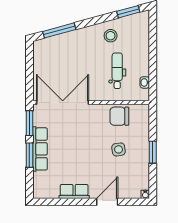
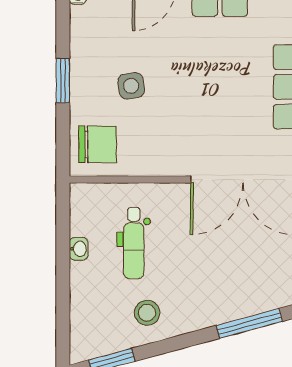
washbasin: (145, 82) -> (79, 249), moved
chair: (119, 116) -> (97, 144), moved

